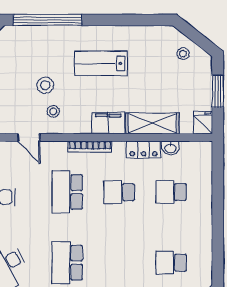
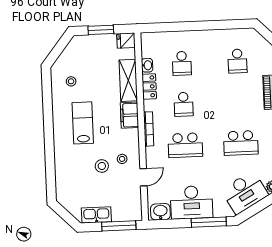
window: (48, 20) -> (50, 166), removed
stool: (183, 54) -> (71, 81), moved
lab bench: (101, 63) -> (83, 123), turned 180

